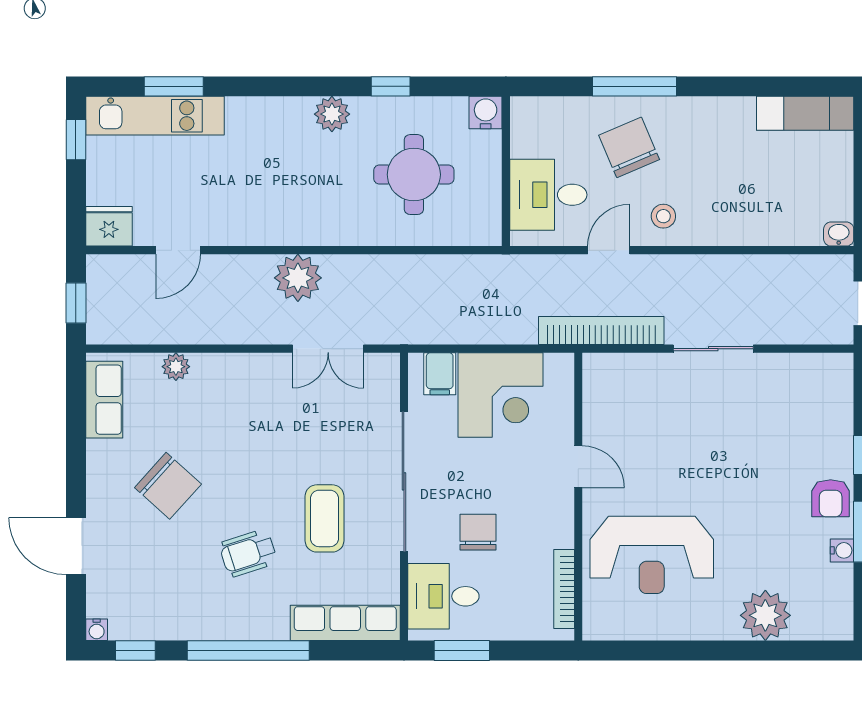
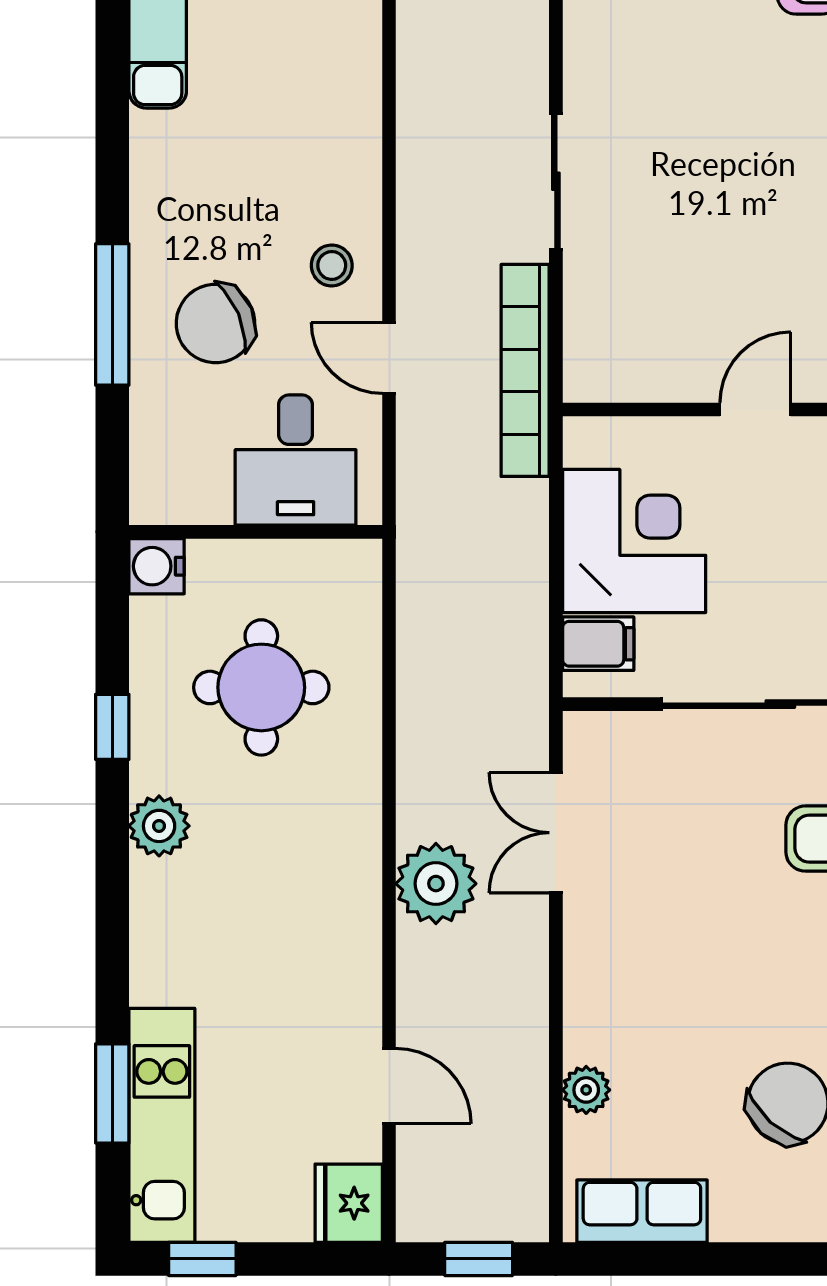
double door: (328, 349) -> (556, 833), swing flipped

